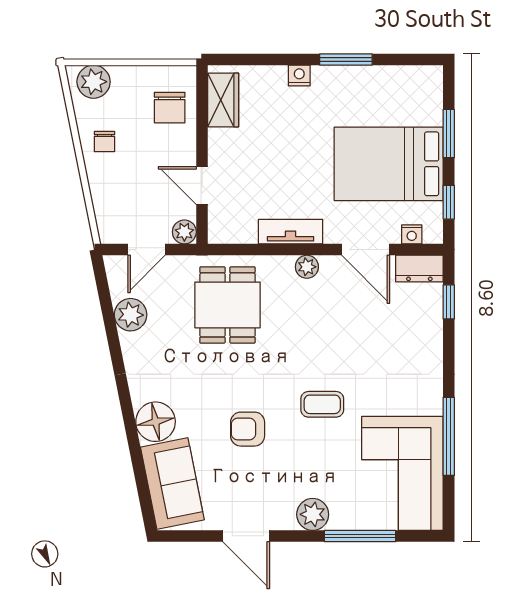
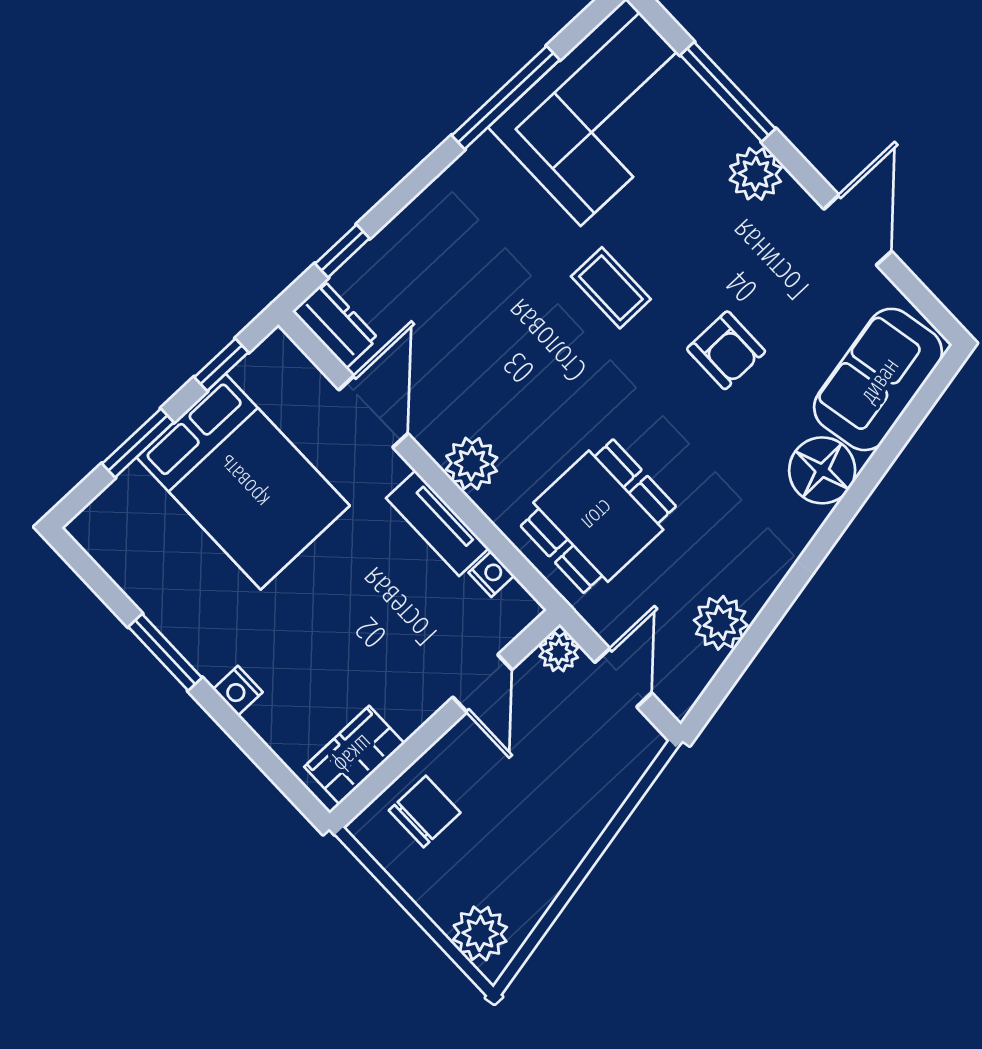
chair: (104, 142) -> (540, 852), removed
nightstand: (412, 234) -> (491, 574), moved
door: (146, 250) -> (623, 678), hinge flipped
plant: (307, 267) -> (472, 464), width x1.38, depth x1.38

